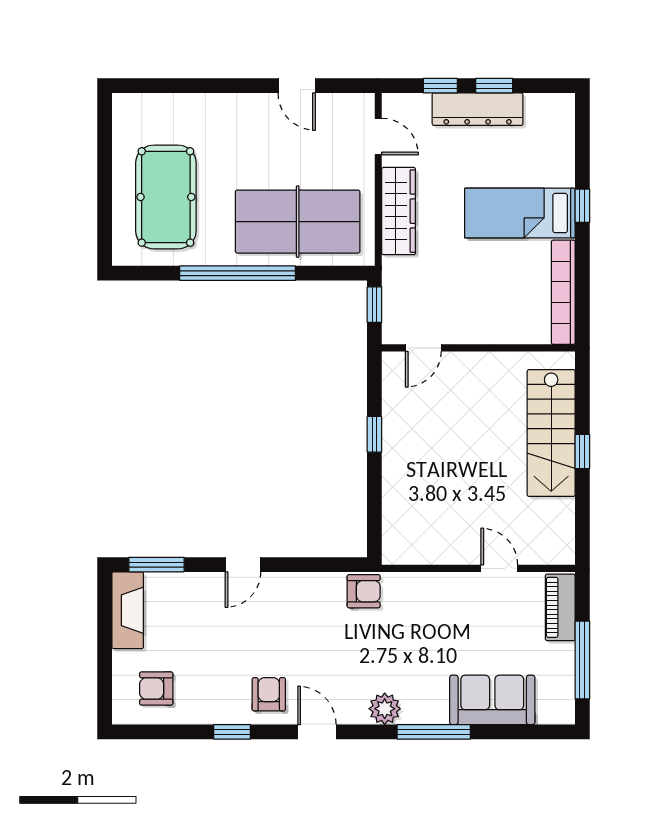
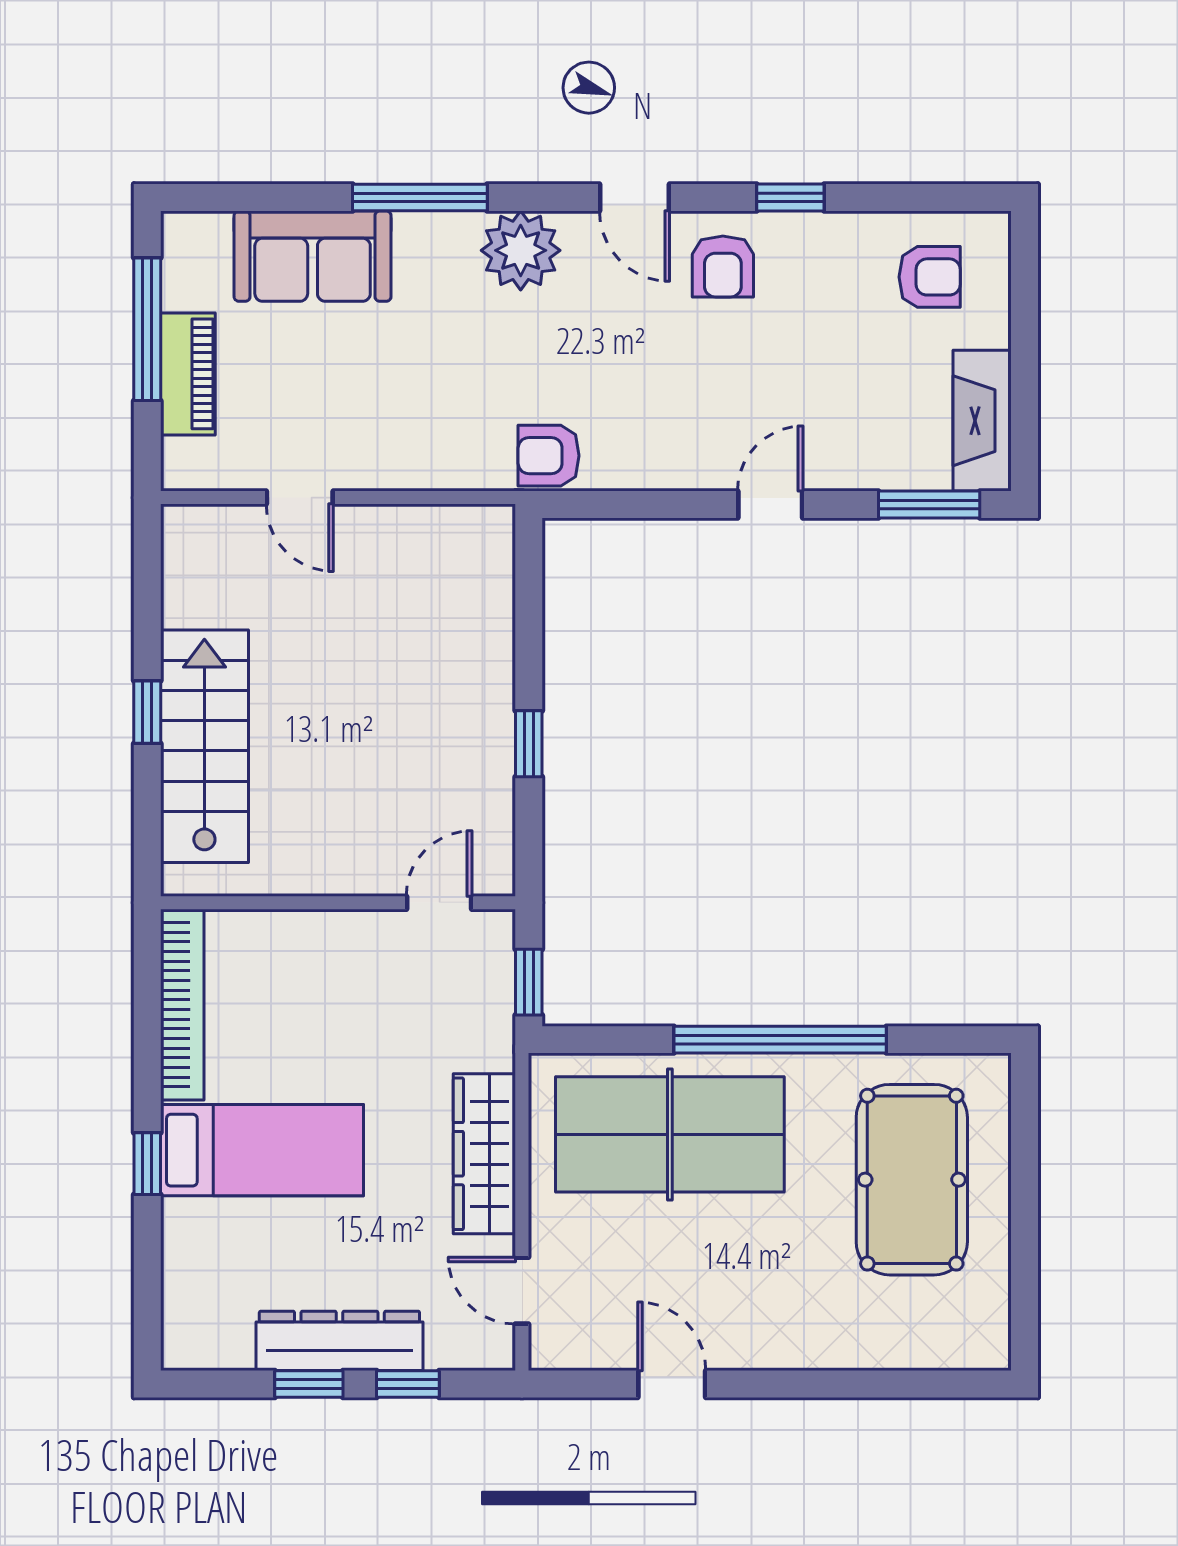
piano: (560, 607) -> (188, 374), moved
plant: (385, 709) -> (521, 250), width x1.36, depth x1.36

